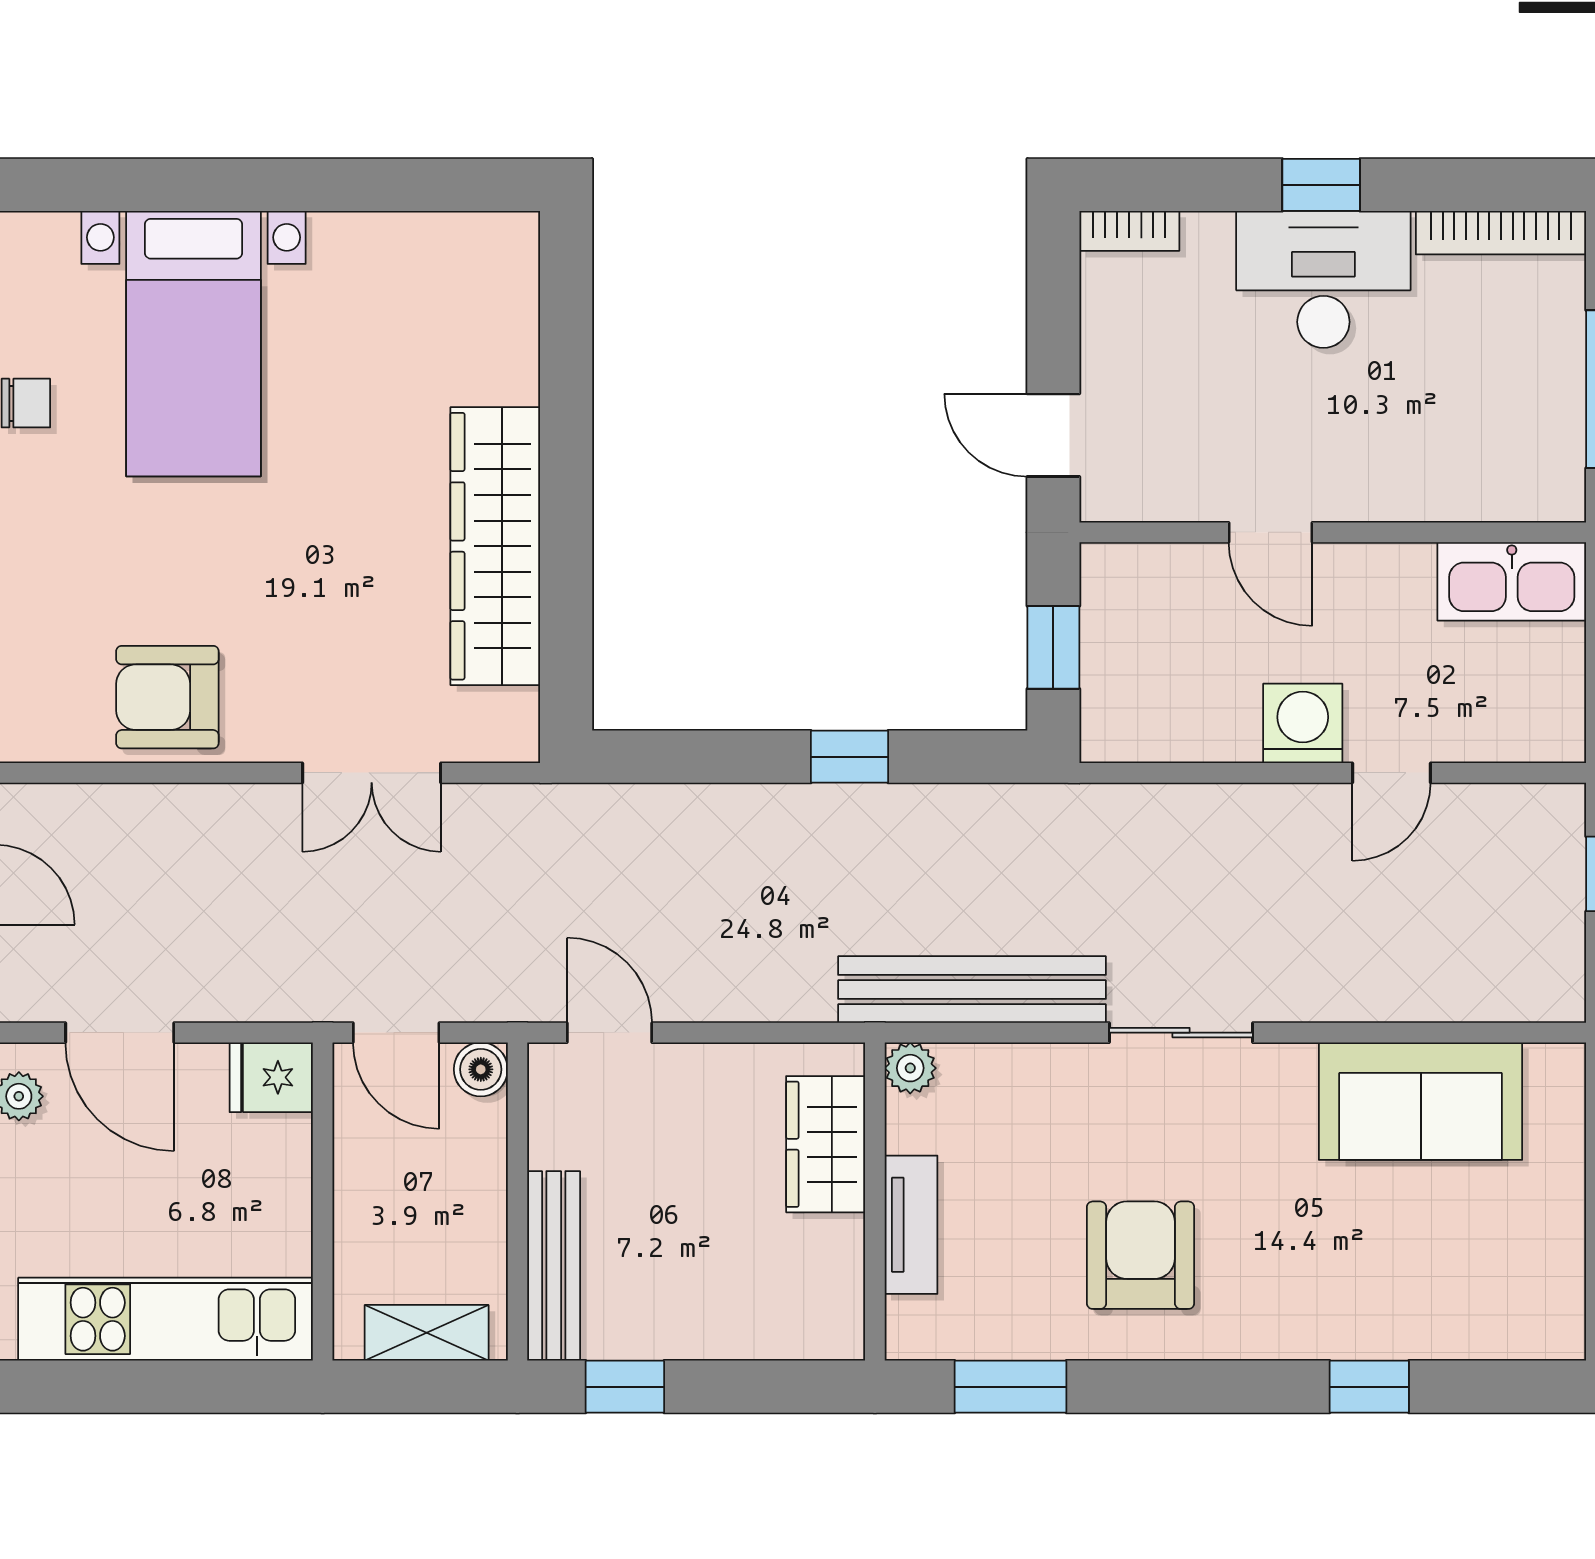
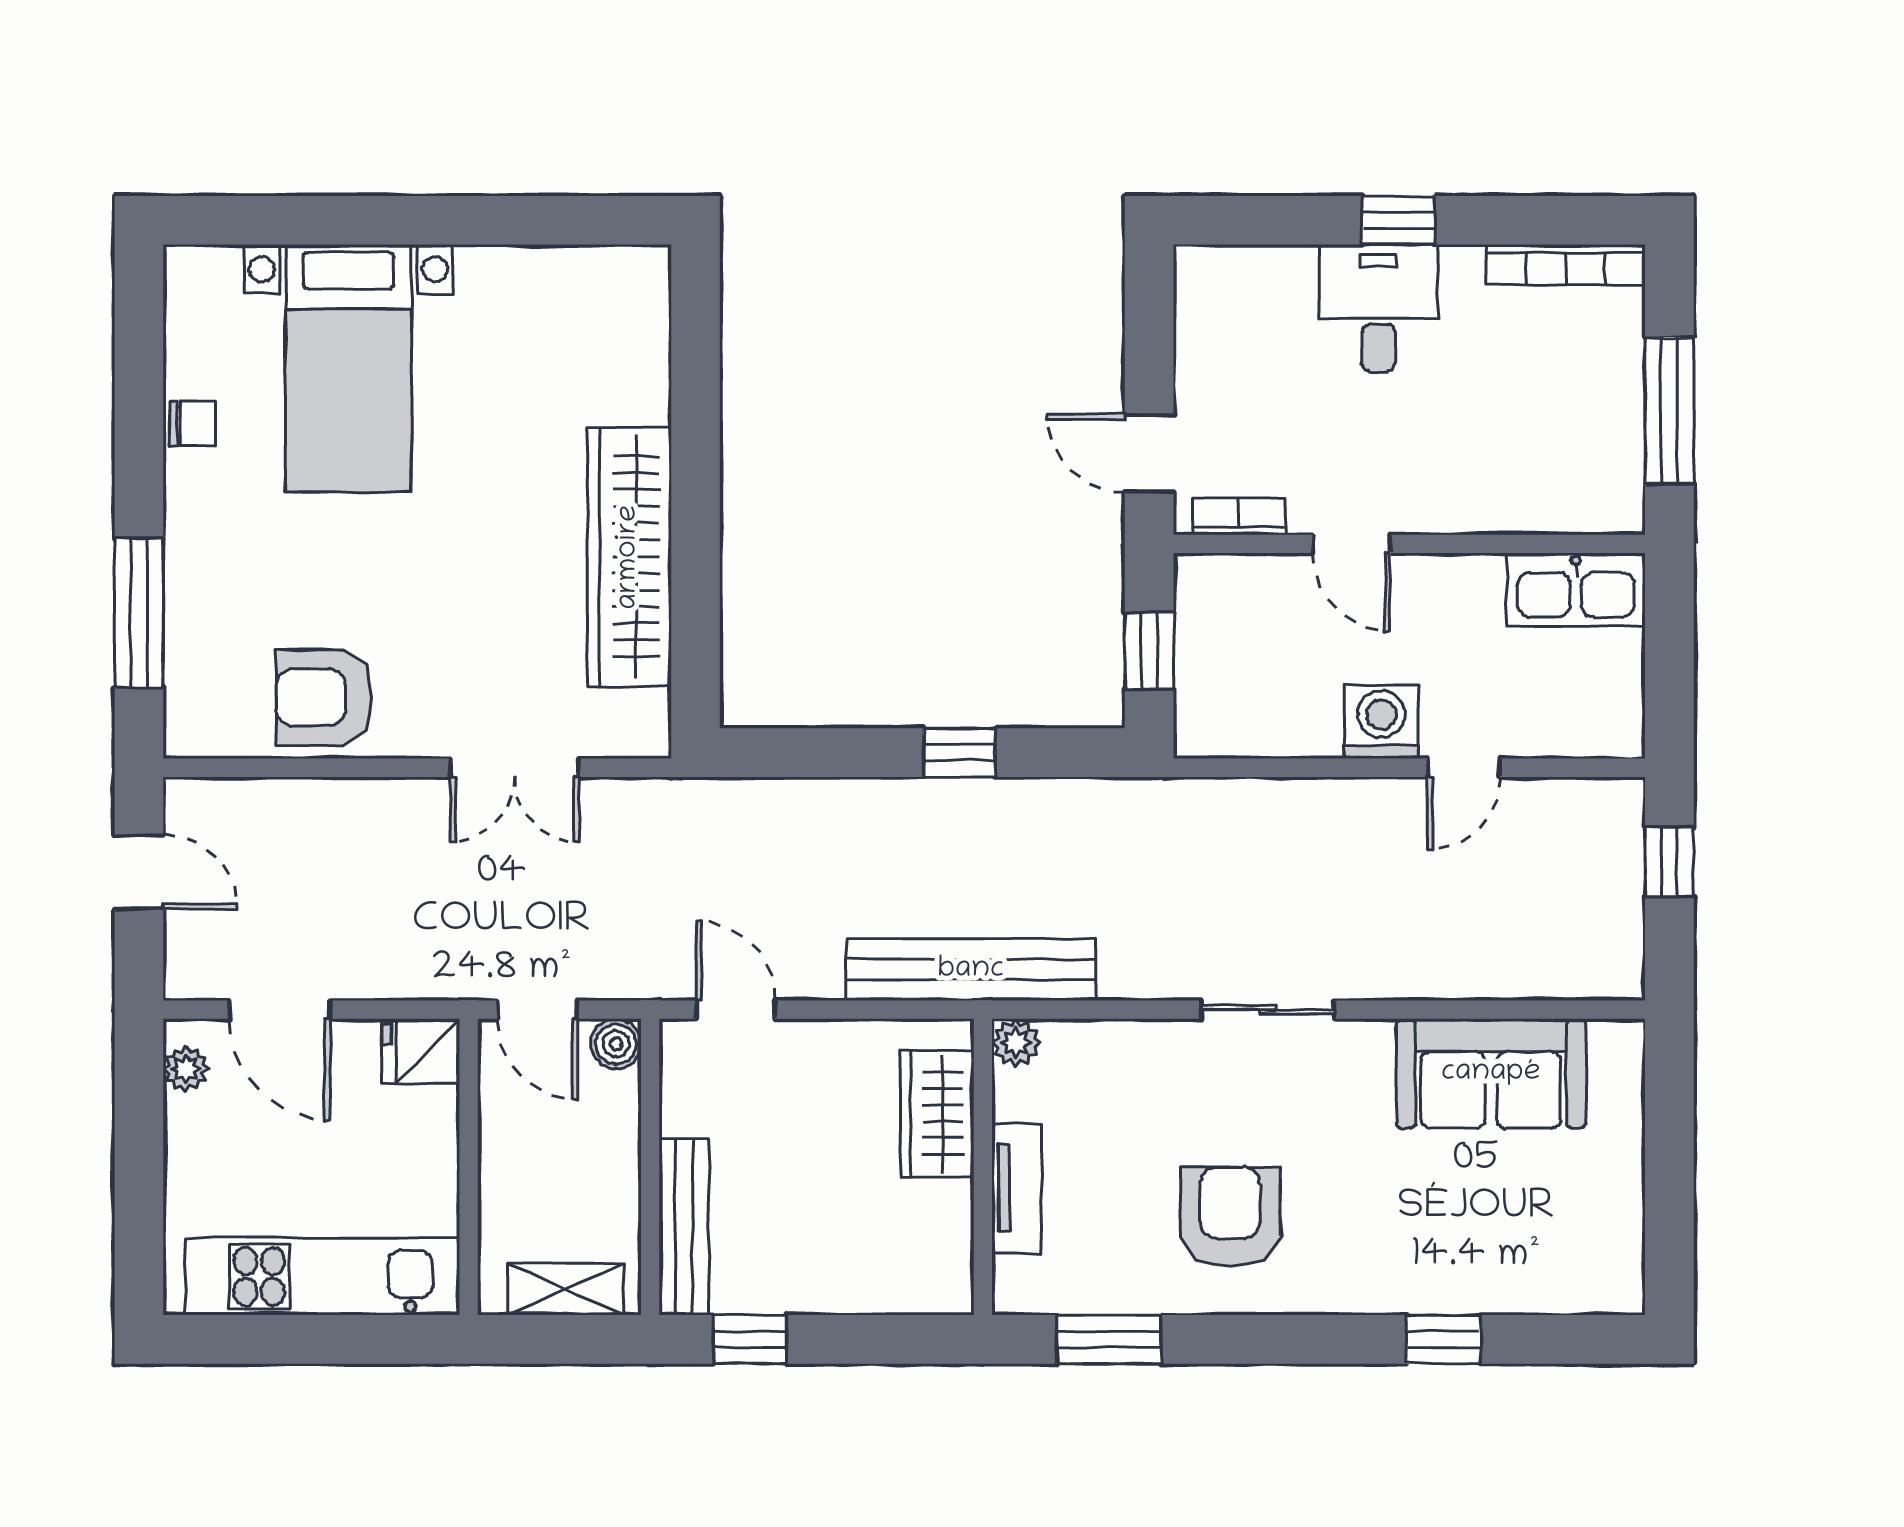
bookcase: (1129, 231) -> (1239, 516), moved, turned 180
desk: (1323, 279) -> (1378, 308), width x0.73
bench: (972, 990) -> (971, 970), moved

